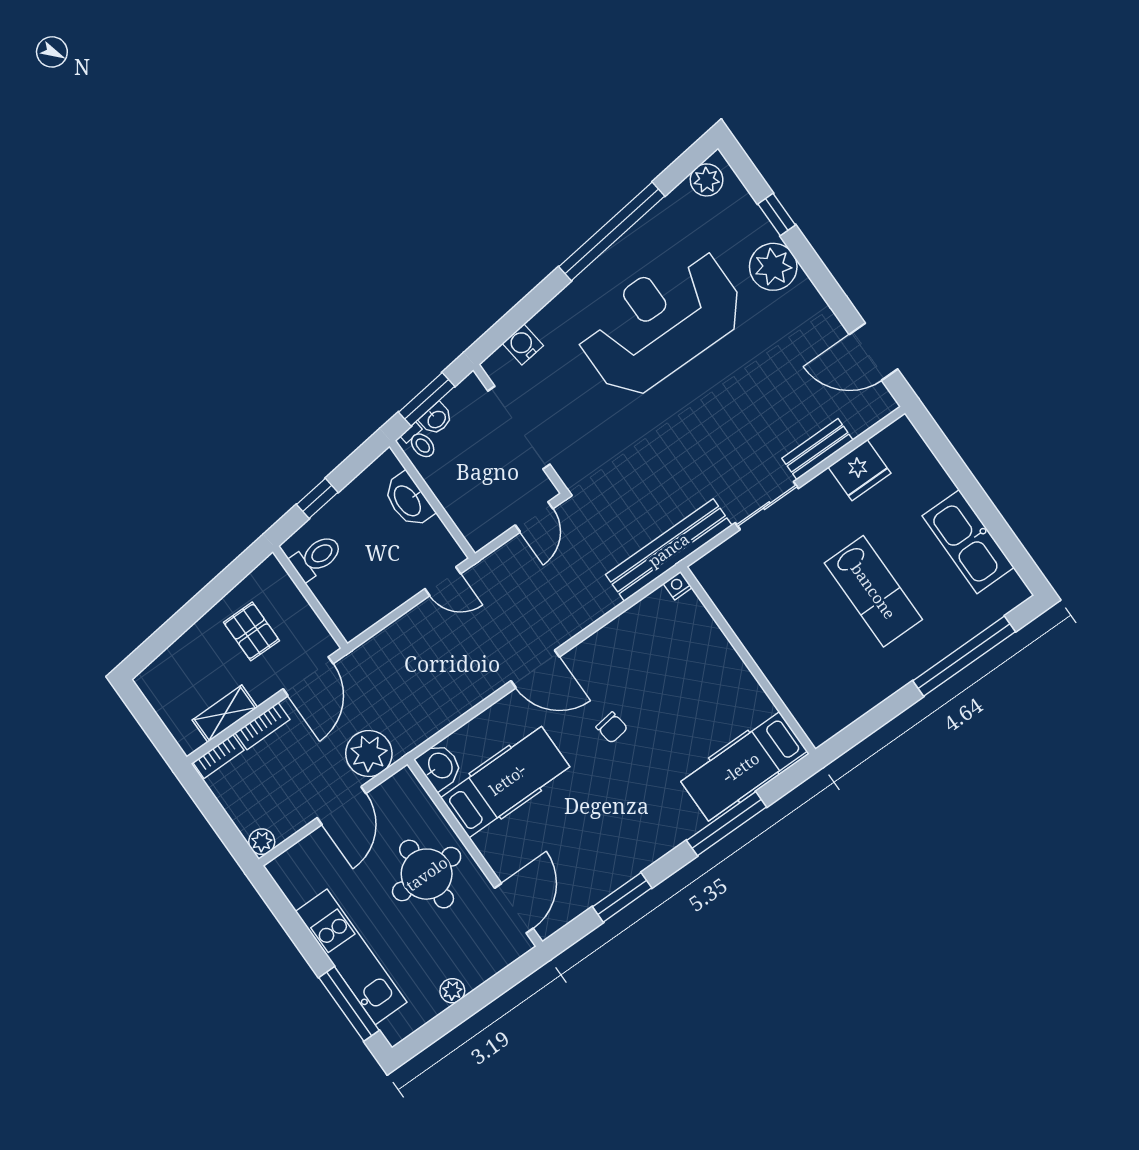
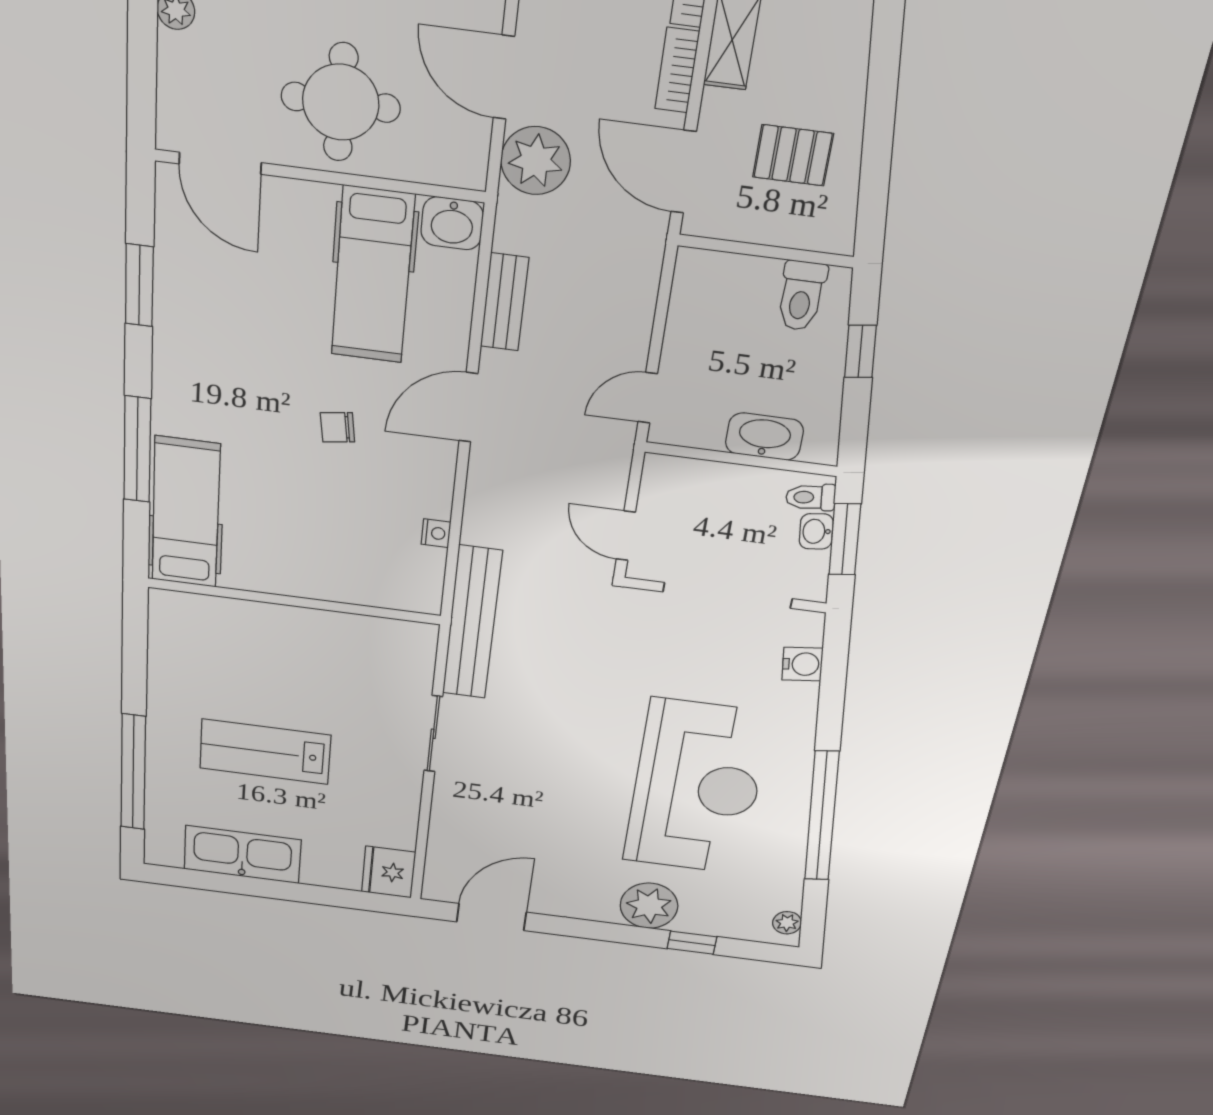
plant: (707, 180) -> (787, 923), width x0.73, depth x0.73
bench: (817, 449) -> (504, 302), moved
fridge: (859, 470) -> (389, 872), moved
nightstand: (678, 586) -> (436, 533), moved

